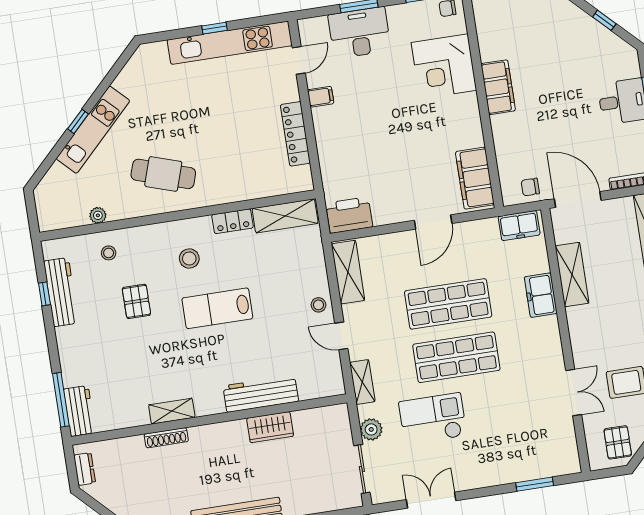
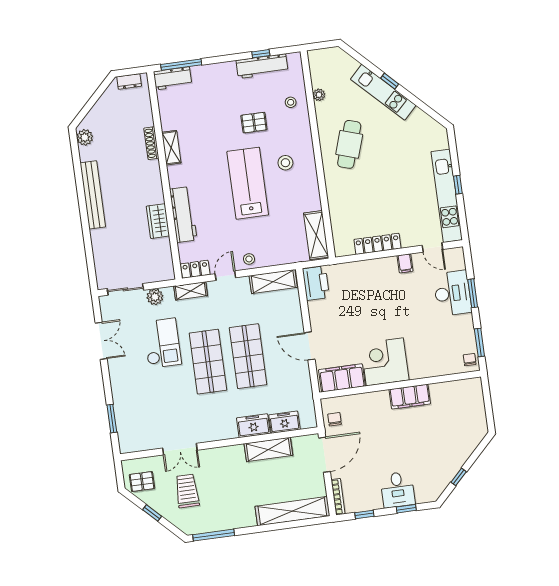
corner desk: (444, 66) -> (385, 362), moved
locker: (233, 221) -> (195, 269), moved, turned 90
freezer: (519, 226) -> (284, 422), moved, turned 90
lab bench: (217, 308) -> (248, 183), width x1.36, depth x1.39

